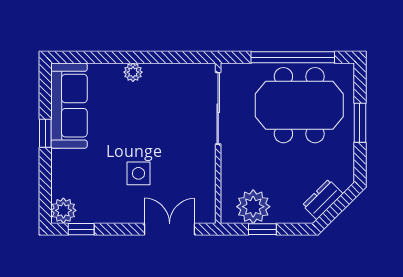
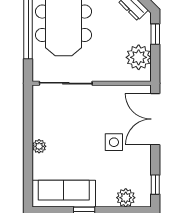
plant: (63, 210) -> (126, 198), moved
double door: (170, 229) -> (155, 119), width x1.37
window: (262, 229) -> (155, 34), moved

